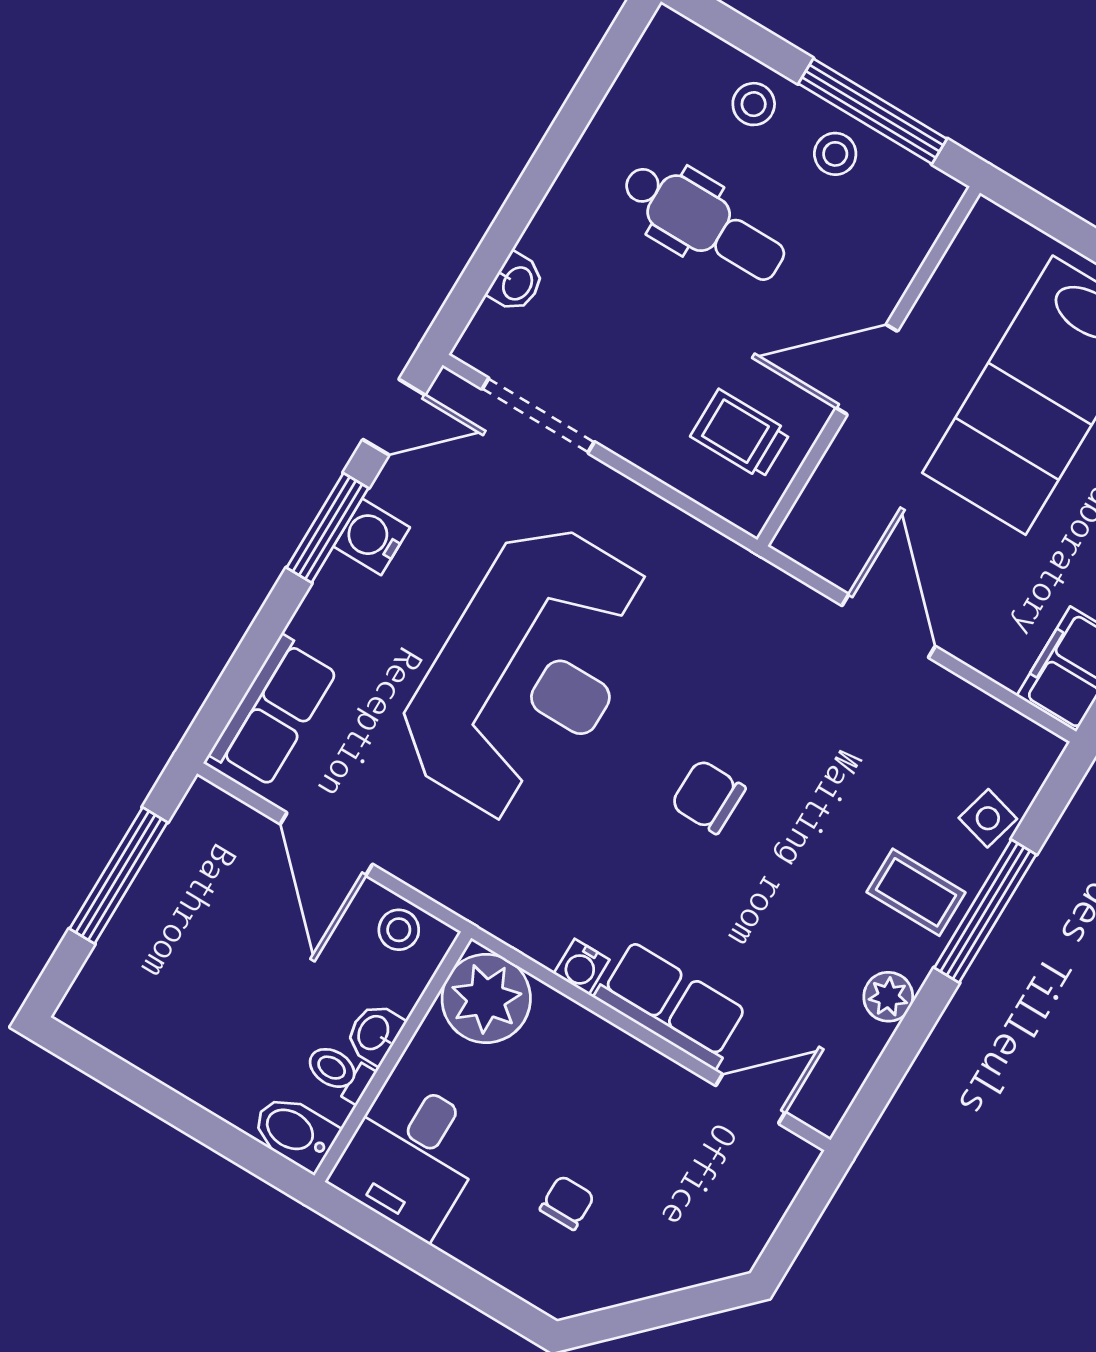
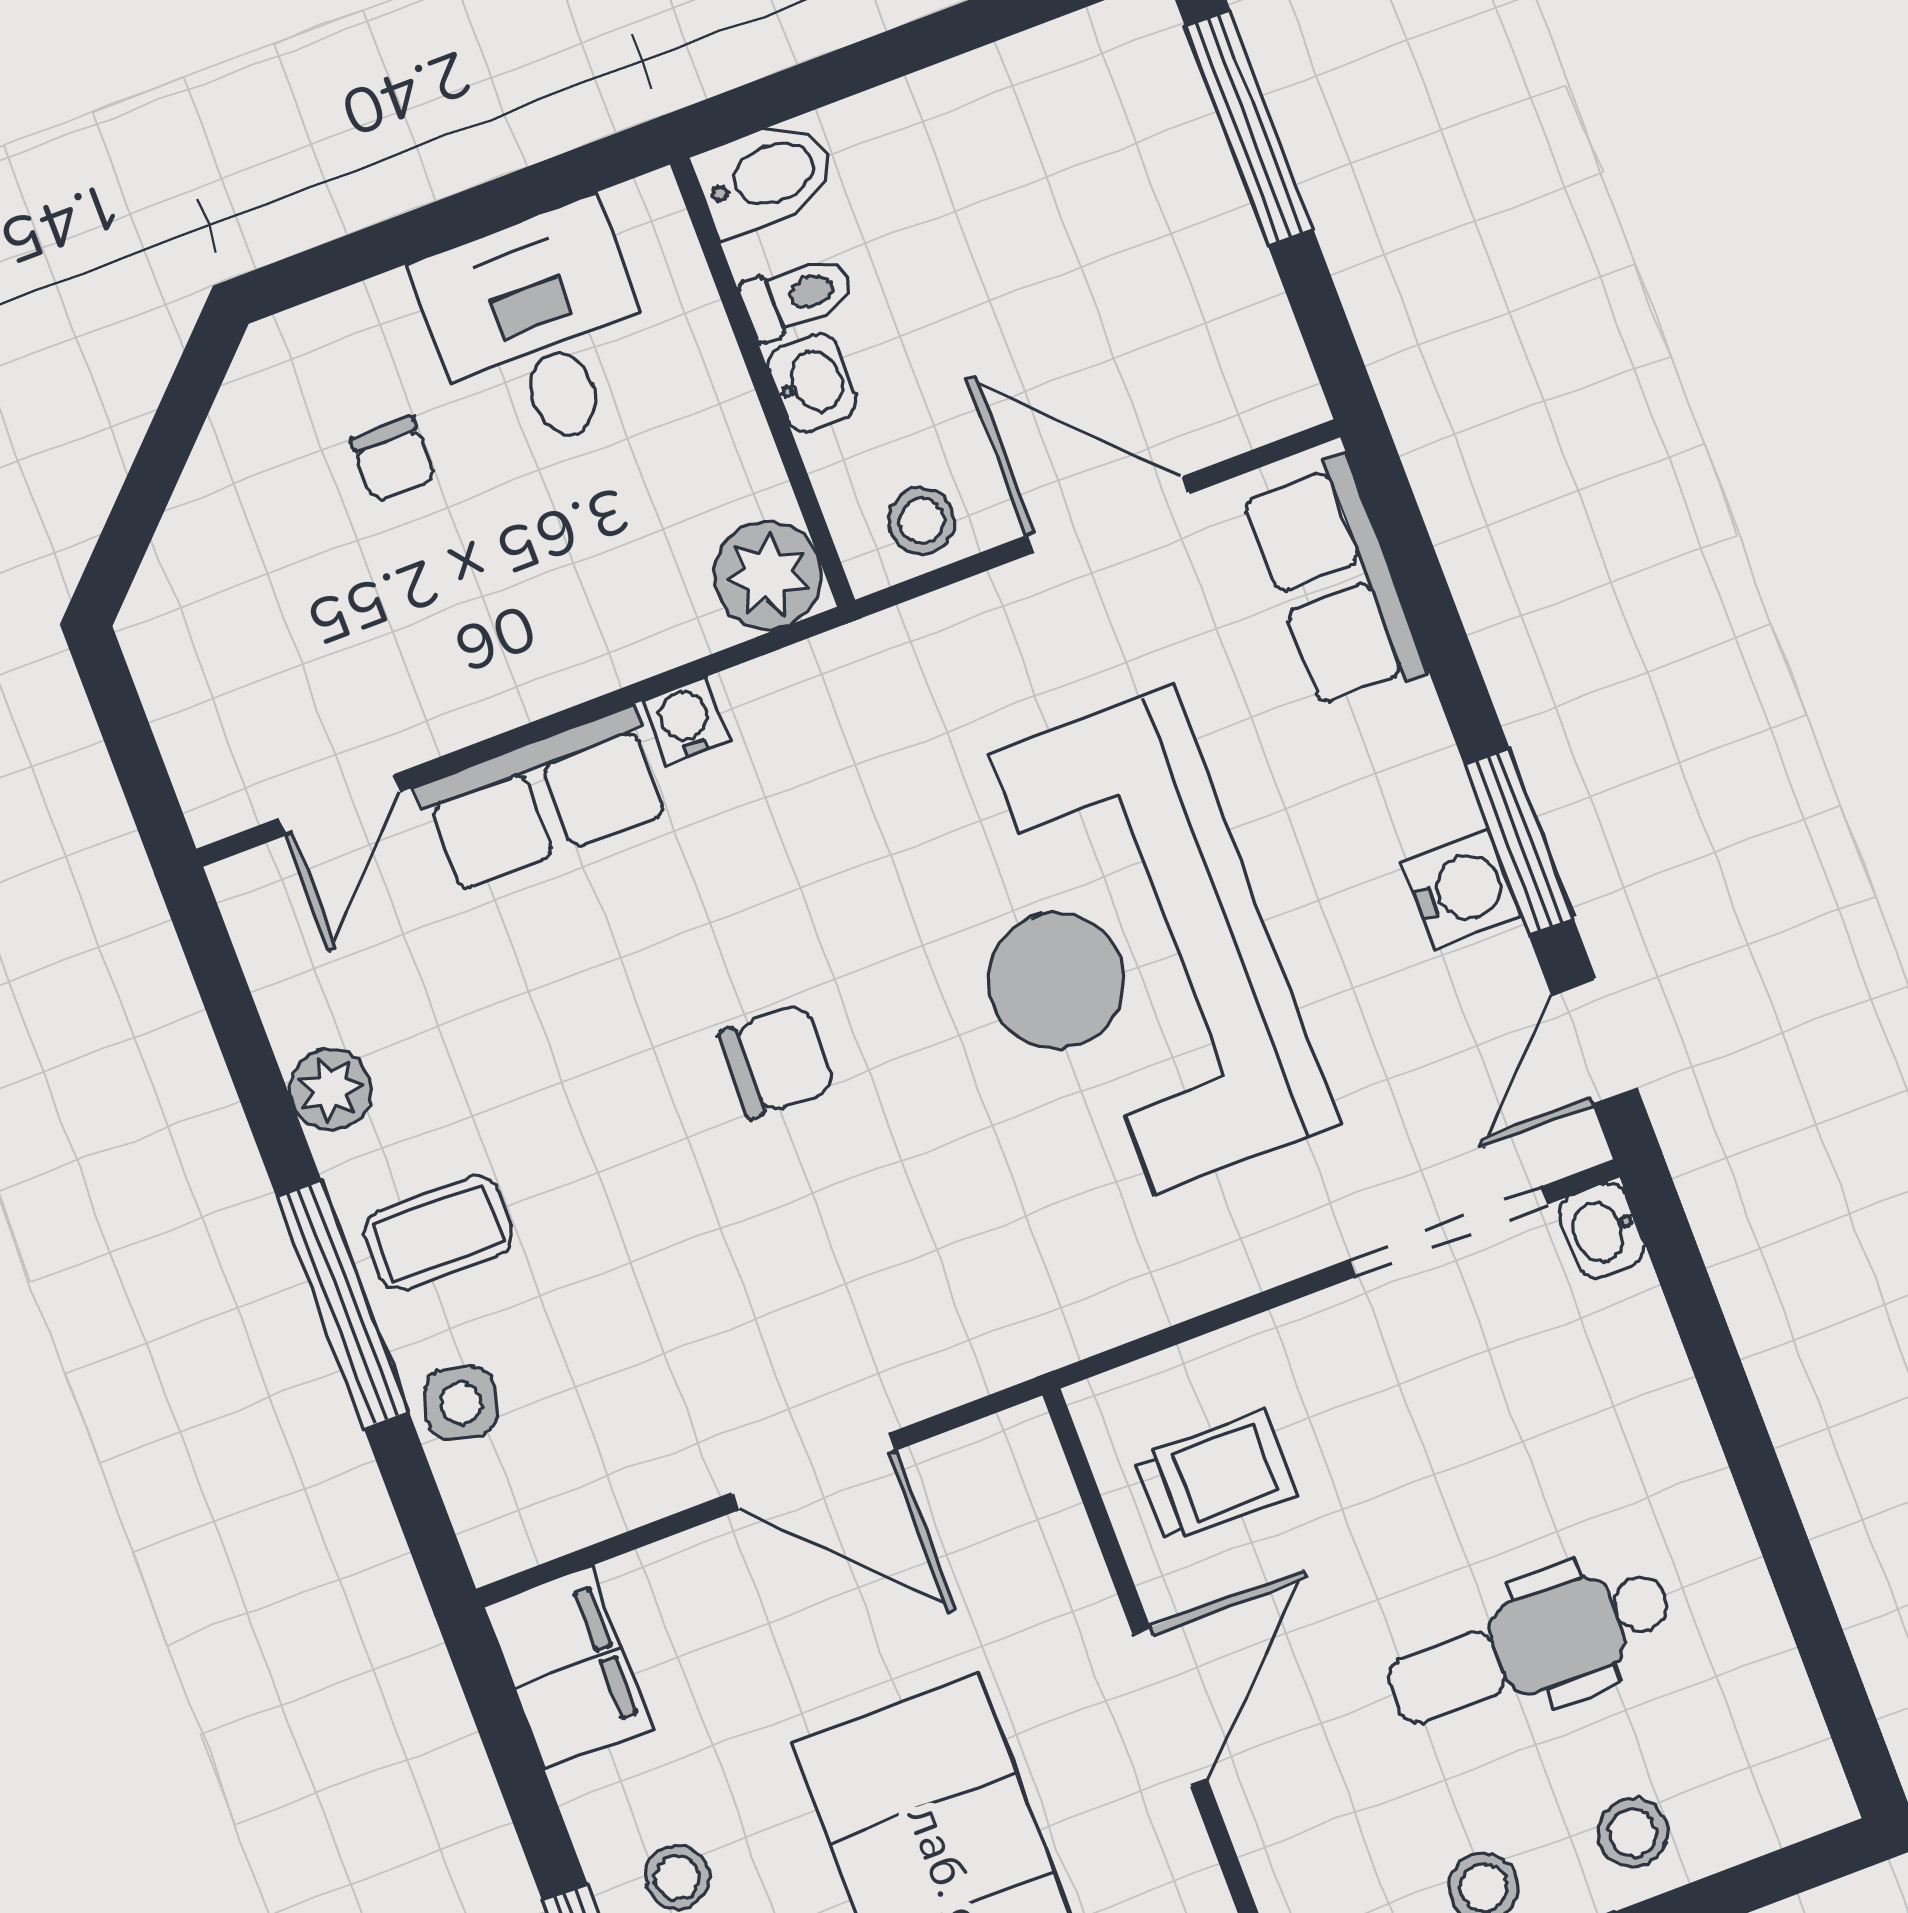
washbasin: (516, 283) -> (1602, 1231), moved
window: (119, 876) -> (1249, 128), moved
plant: (486, 998) -> (768, 575), width x0.73, depth x0.73
desk: (411, 1157) -> (540, 331), moved

